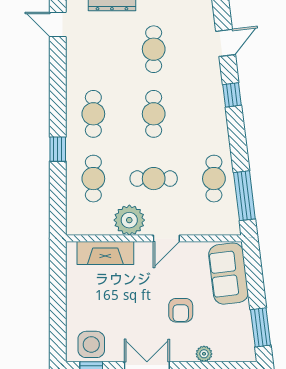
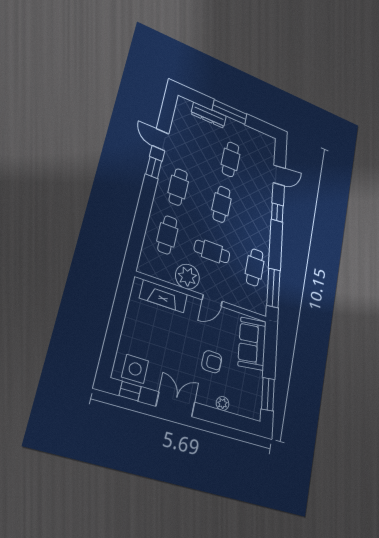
door: (58, 24) -> (160, 140), moved
window: (58, 149) -> (154, 168), moved
armchair: (181, 310) -> (212, 362), turned -89

